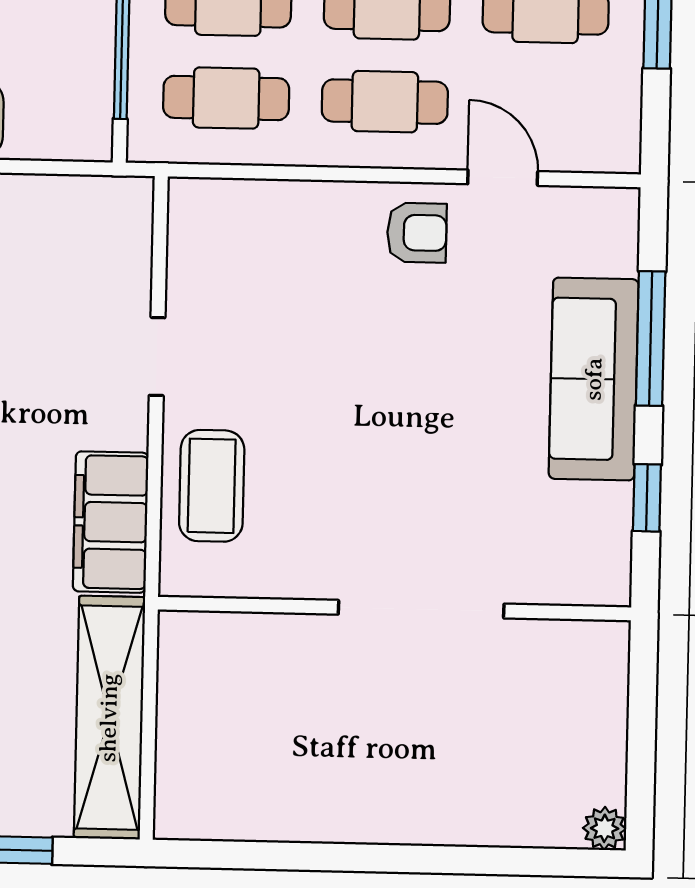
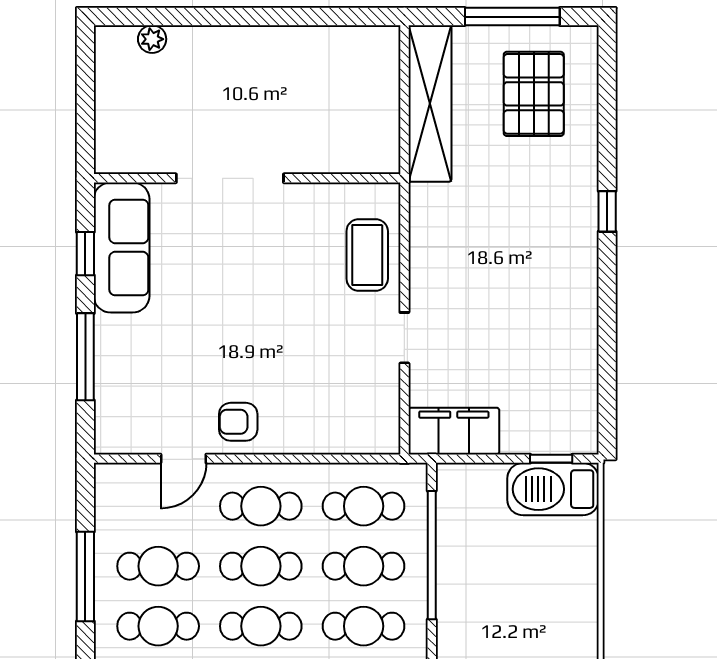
door: (503, 178) -> (183, 459), hinge flipped
sofa: (594, 379) -> (122, 248), moved
filing cabinet: (111, 522) -> (454, 431), moved, turned -90
plant: (605, 828) -> (152, 39), moved

